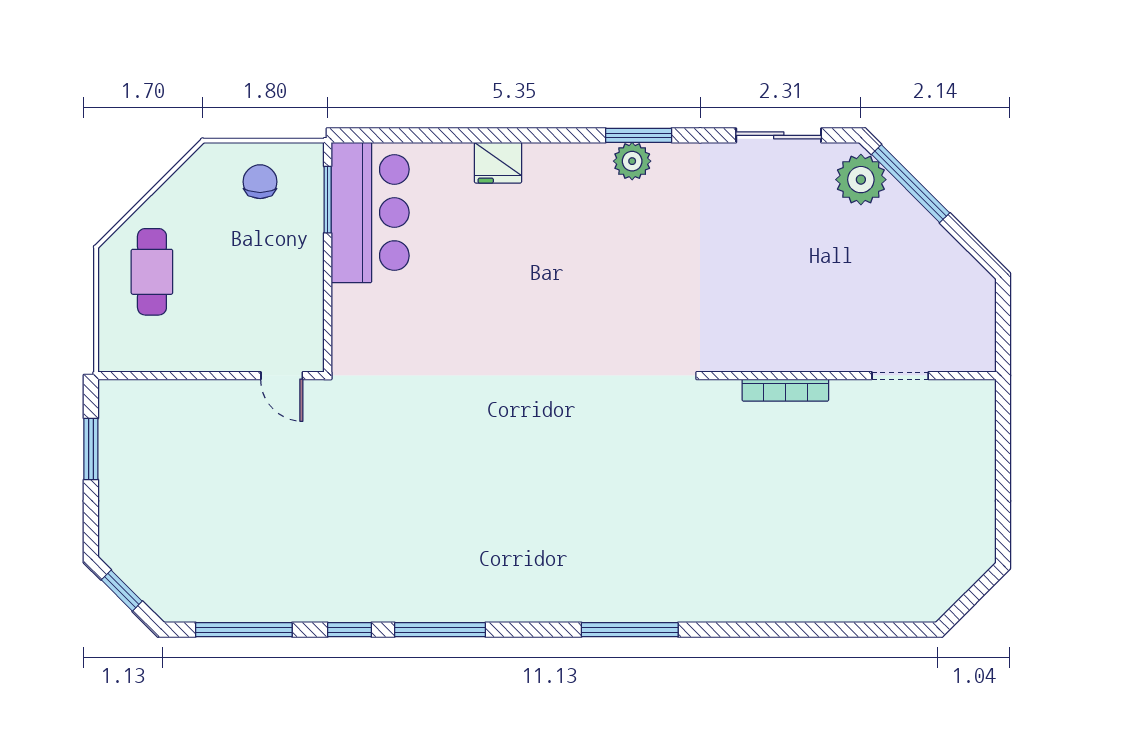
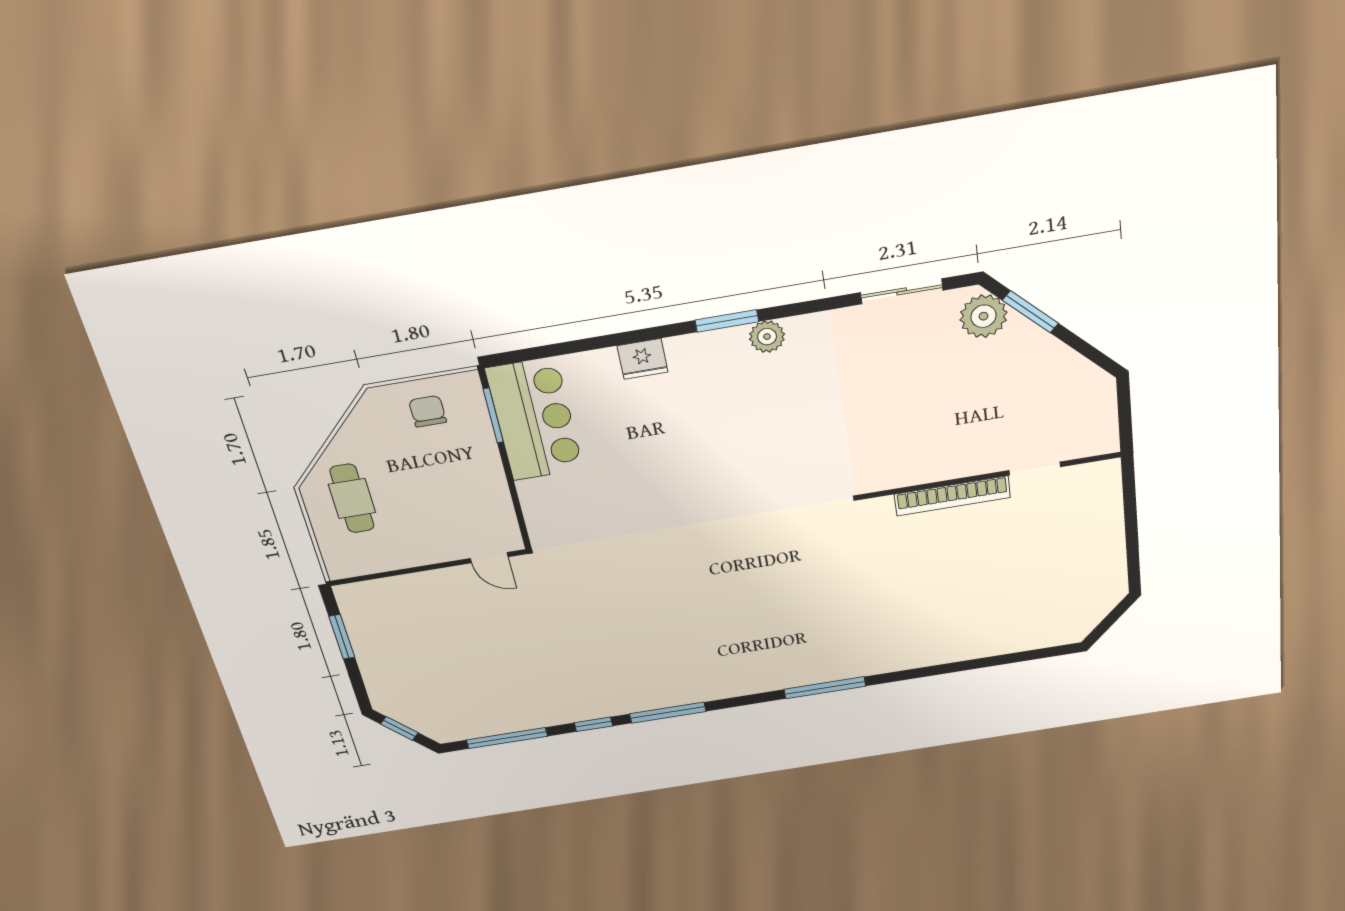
window: (639, 135) -> (727, 321), moved
window: (911, 184) -> (1031, 312), width x0.69
bookcase: (785, 390) -> (952, 496), width x1.48, depth x1.31

